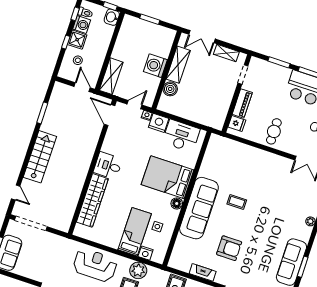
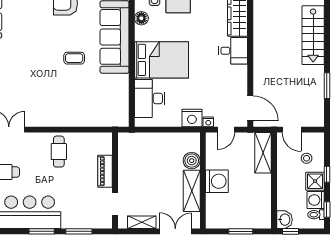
fridge: (237, 124) -> (103, 147), removed
desk: (181, 136) -> (150, 98), moved, turned 90
floor lamp: (177, 203) -> (141, 18), moved

